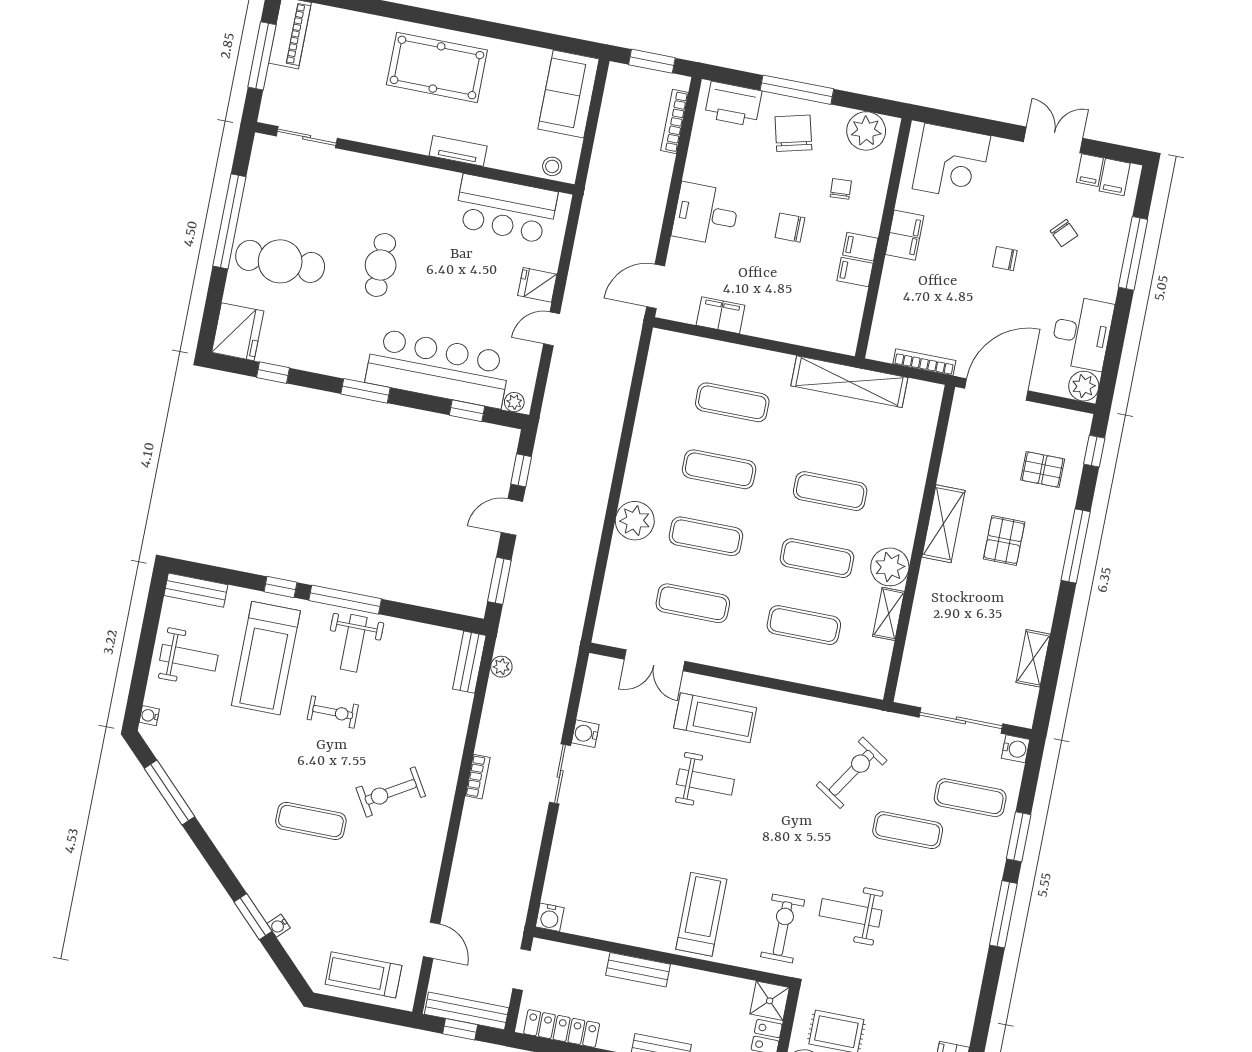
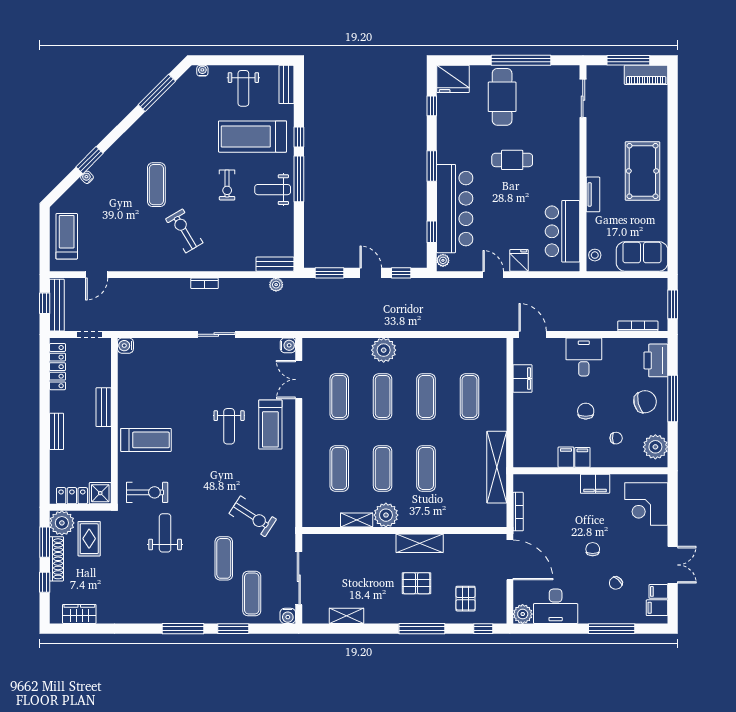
water cooler: (585, 734) -> (288, 345), moved, turned 90

